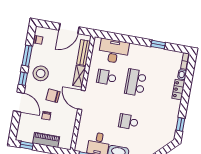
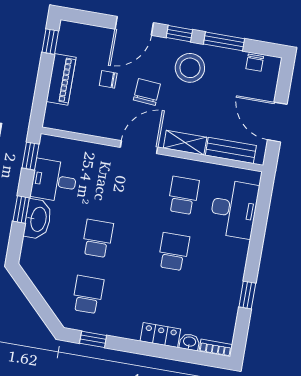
school desk: (135, 82) -> (174, 252), width x0.54
school desk: (157, 127) -> (88, 295), added

